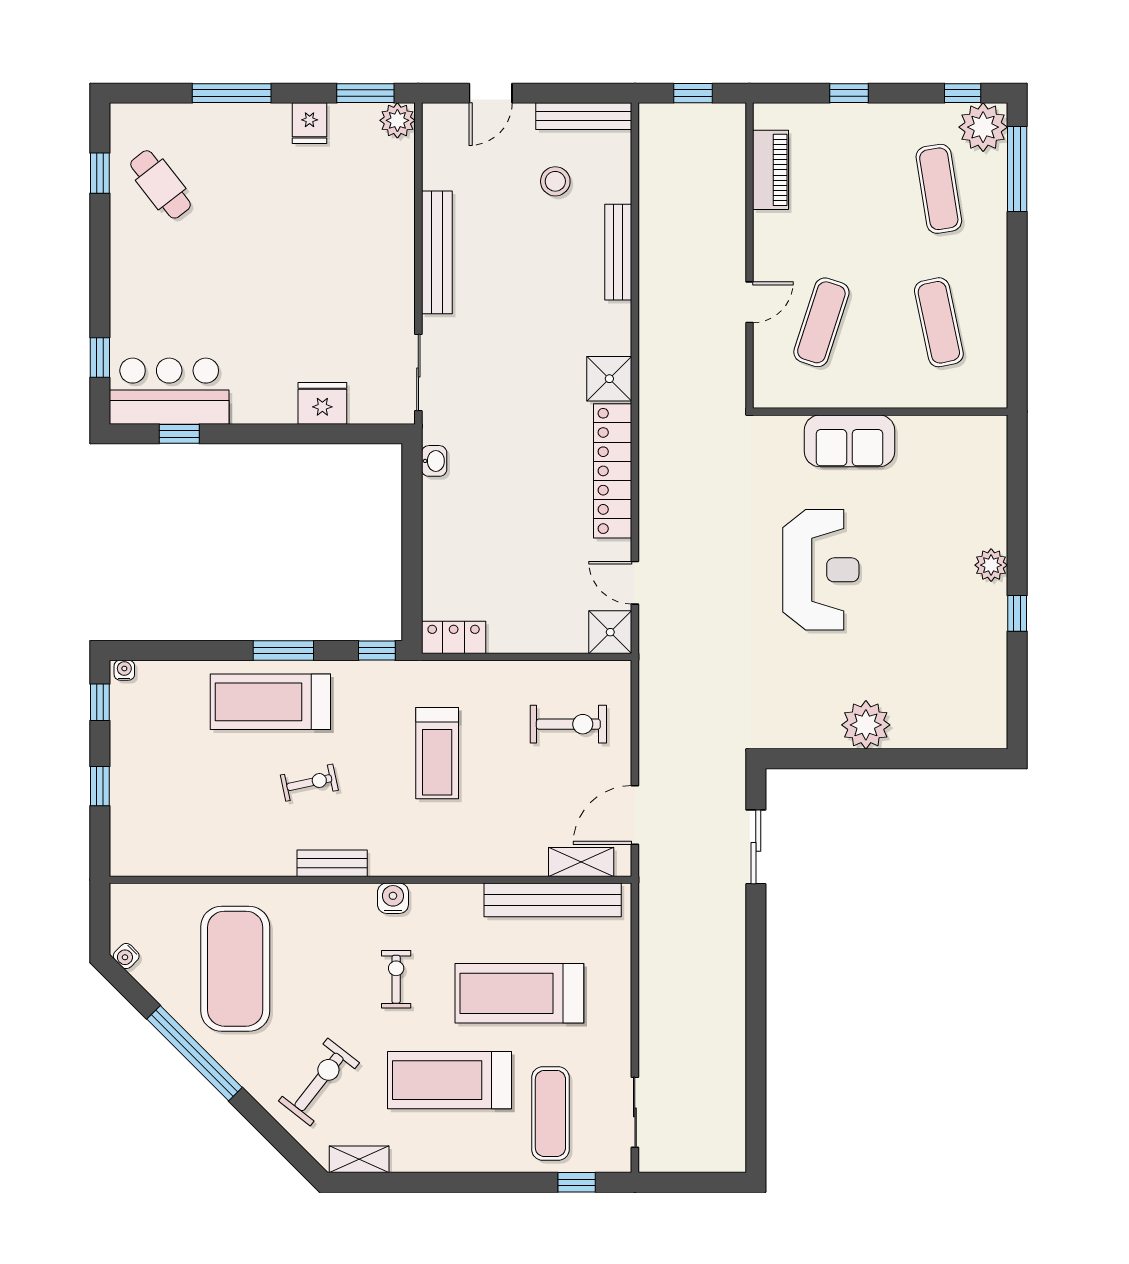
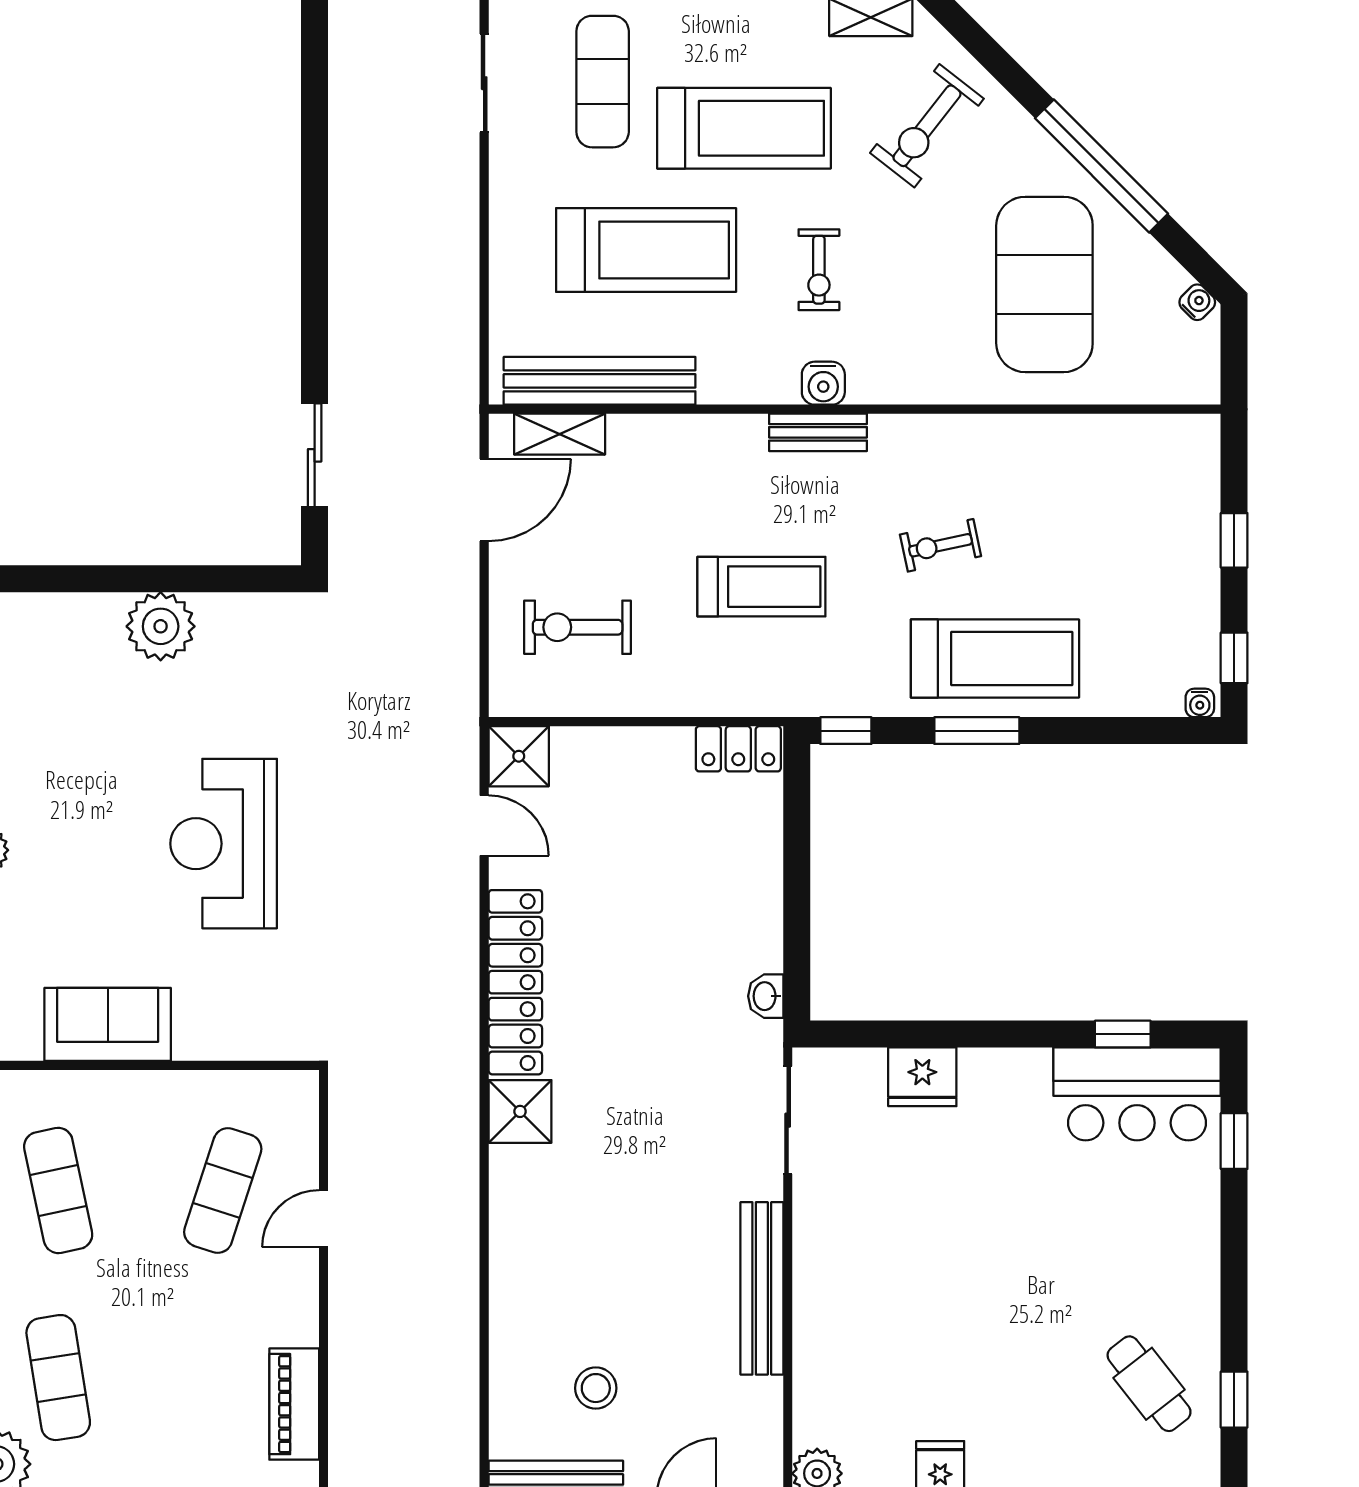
bench: (618, 252) -> (507, 1289), removed
sofa: (849, 441) -> (108, 1024), moved
treadmill: (437, 753) -> (761, 587), turned 90
bench: (332, 863) -> (818, 432), moved

